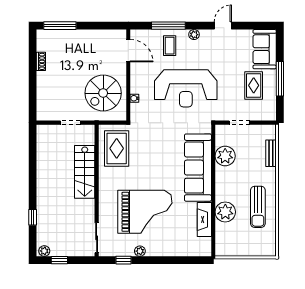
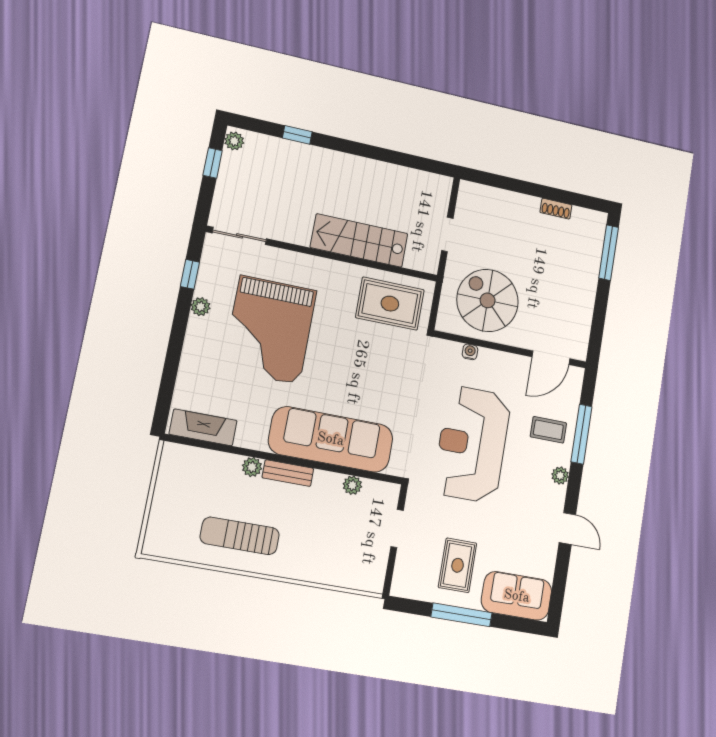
rug: (254, 85) -> (458, 565), turned 90
bench: (271, 153) -> (288, 473), moved
plant: (225, 156) -> (352, 485), width x0.53, depth x0.53
plant: (225, 212) -> (252, 467), width x0.53, depth x0.53
fireplace: (204, 220) -> (203, 427), moved

